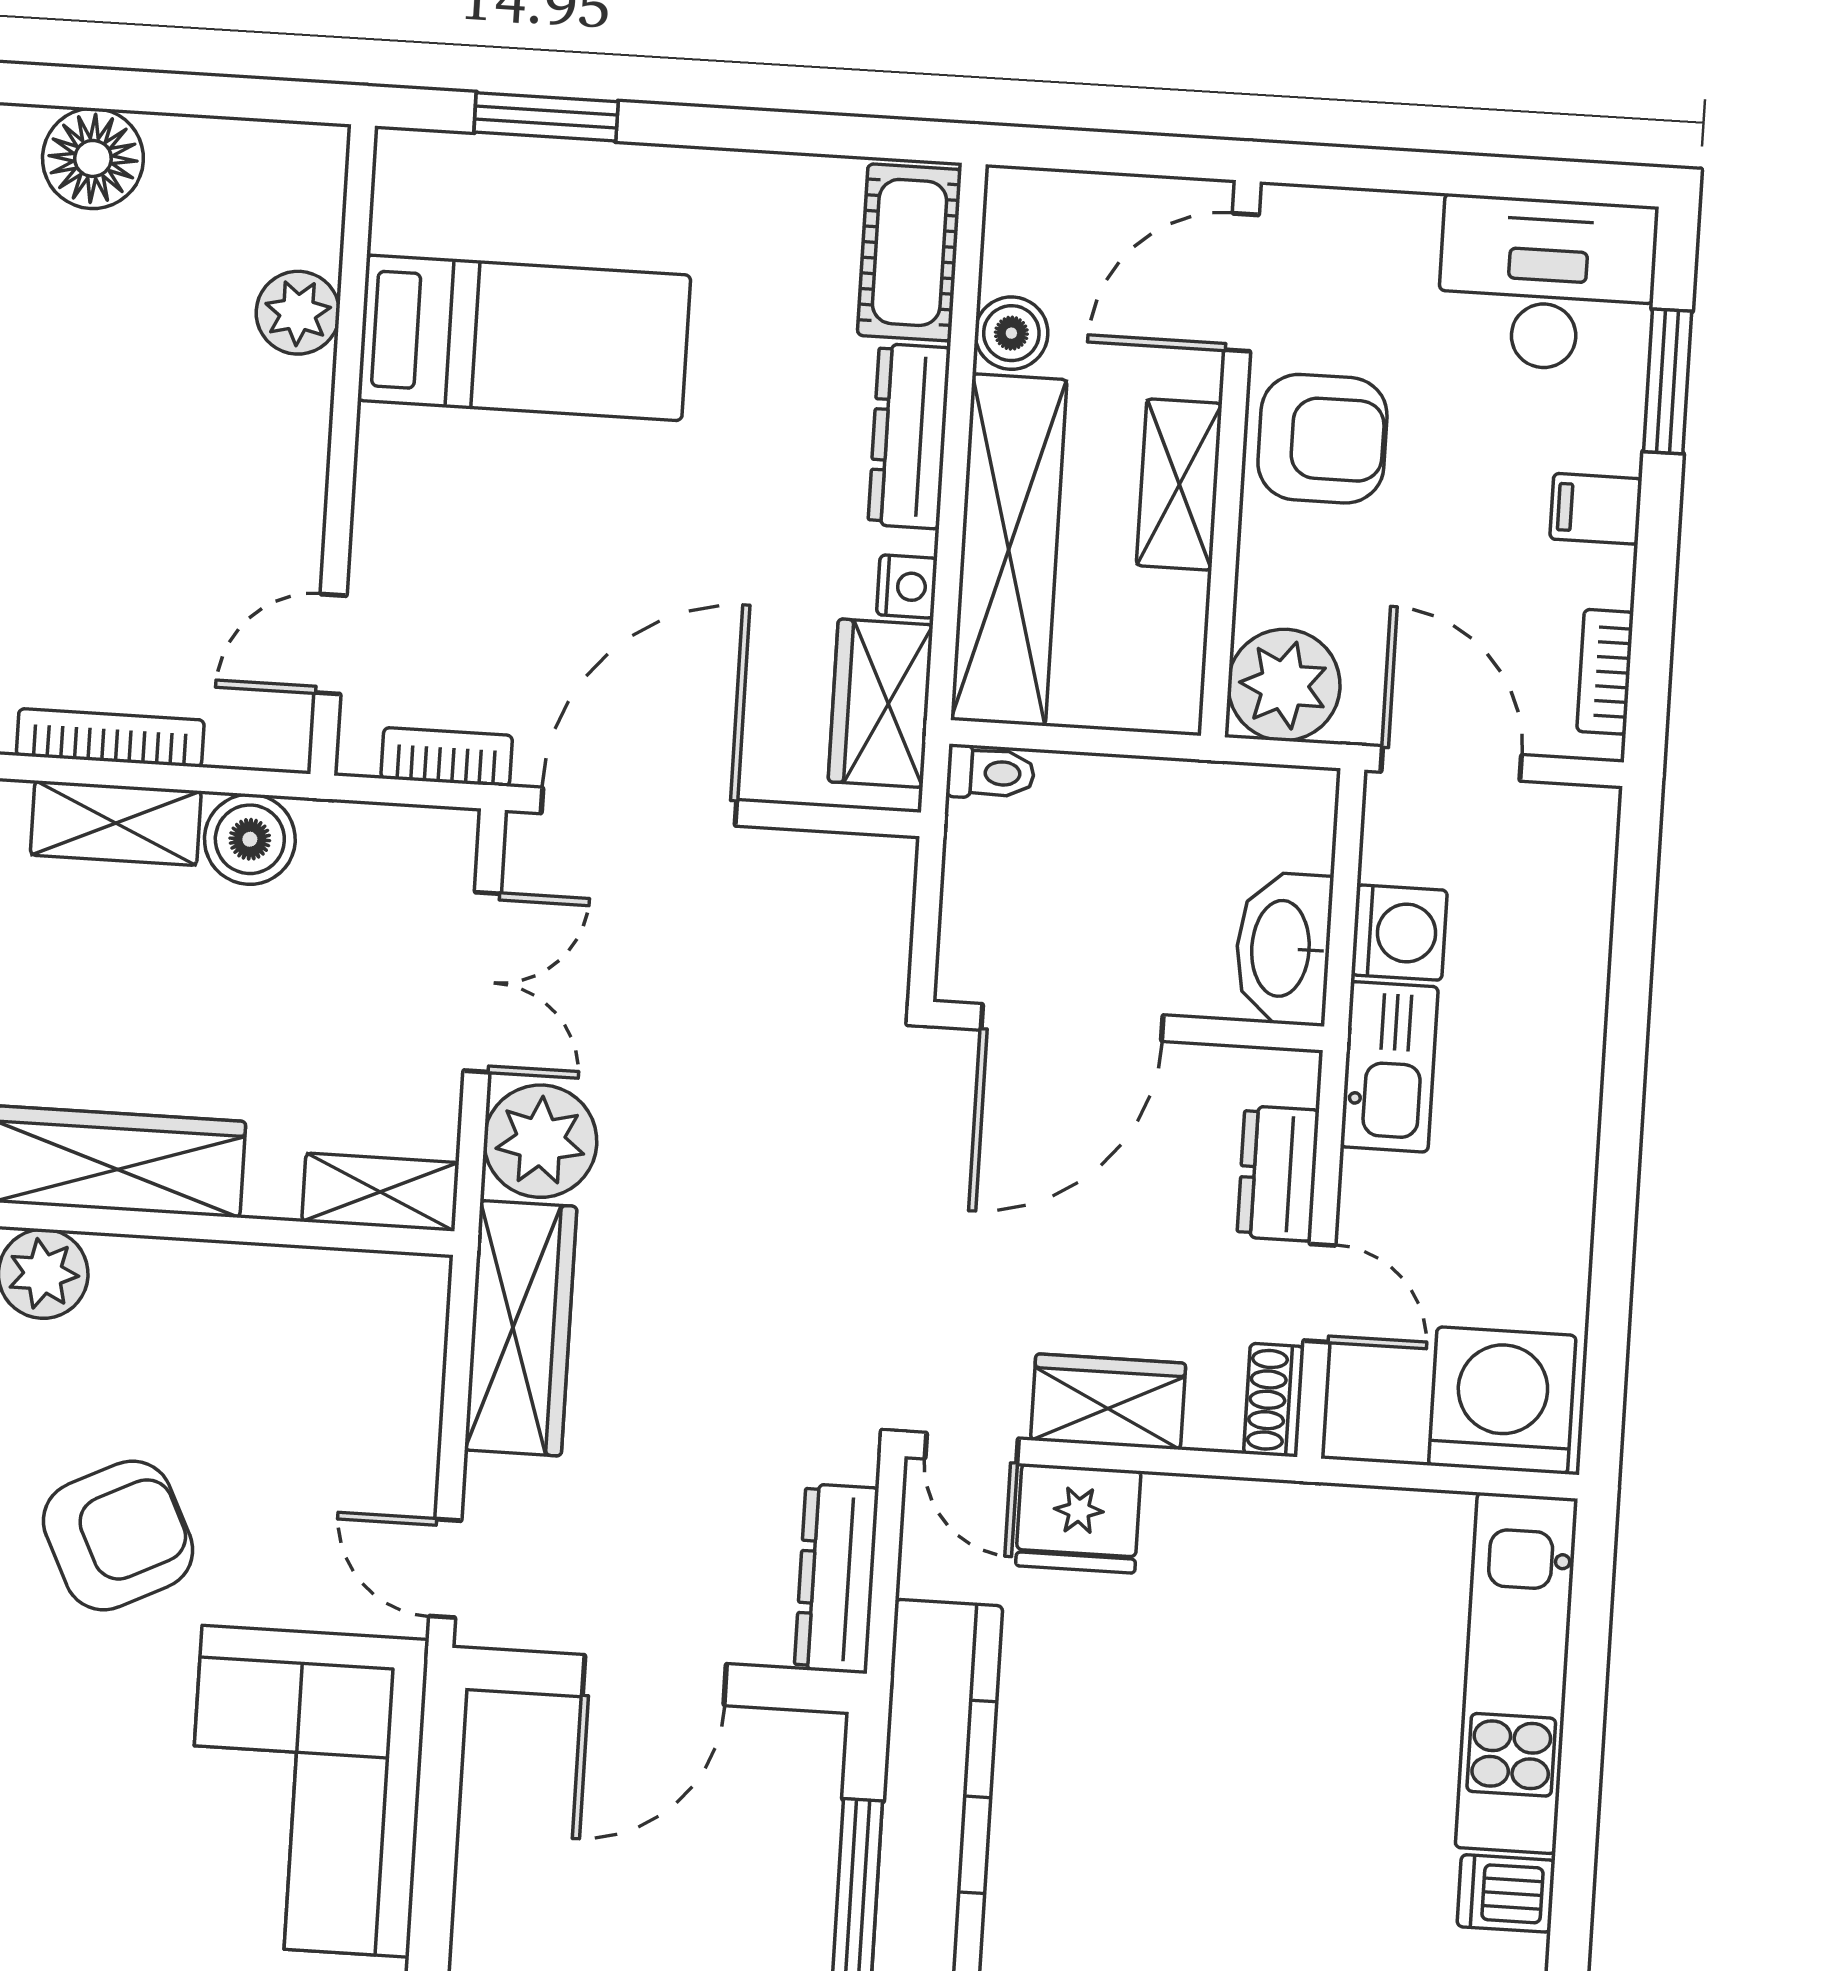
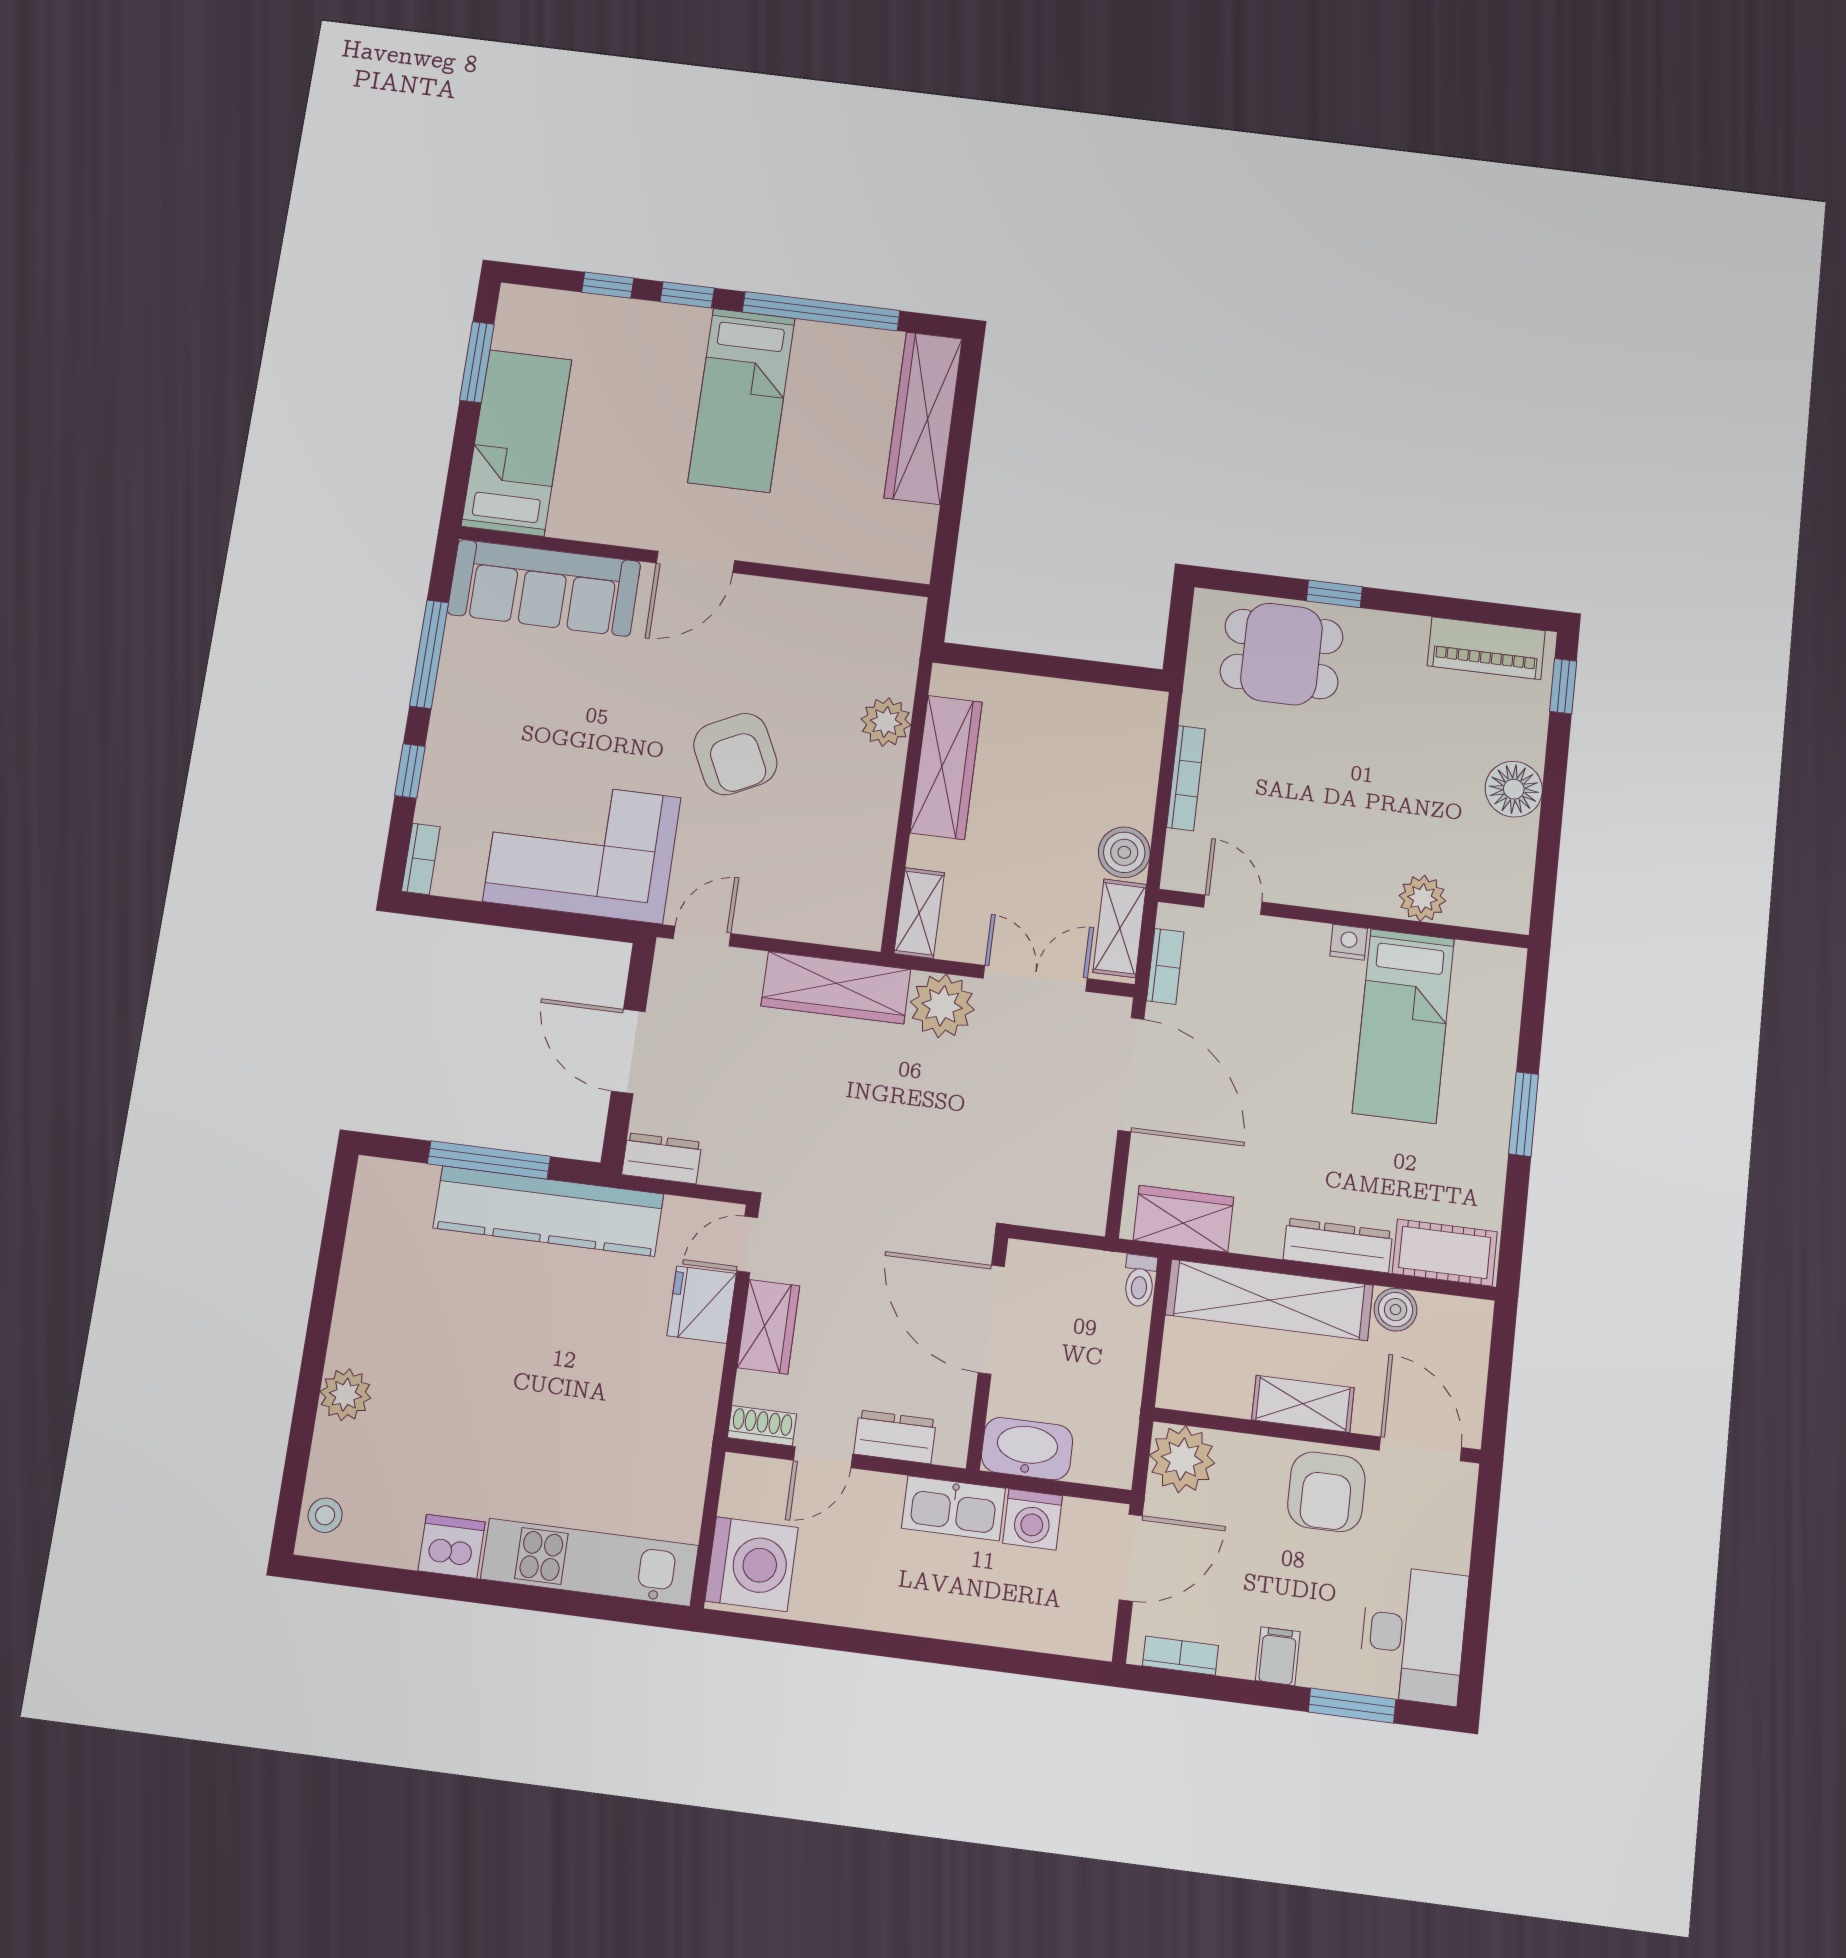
window: (546, 117) -> (1524, 1114), moved
nightstand: (907, 586) -> (1349, 942), moved, turned 180
shelving: (116, 823) -> (1120, 928), moved
double door: (482, 982) -> (1035, 978), swing flipped
dresser: (836, 1579) -> (662, 1158), width x0.70
dishwasher: (1506, 1893) -> (452, 1546), width x1.38

